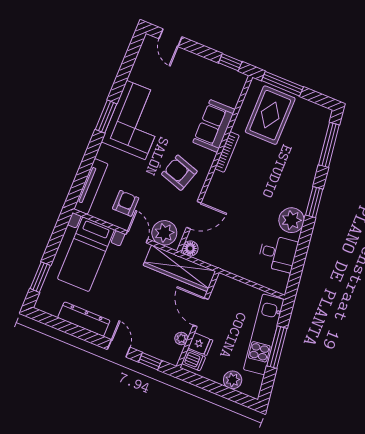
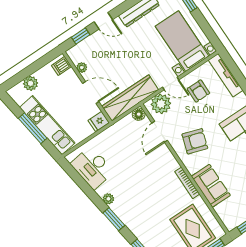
plant: (291, 220) -> (108, 199), width x0.53, depth x0.53
desk: (278, 253) -> (92, 168), width x1.37
fridge: (200, 344) -> (99, 121), moved

